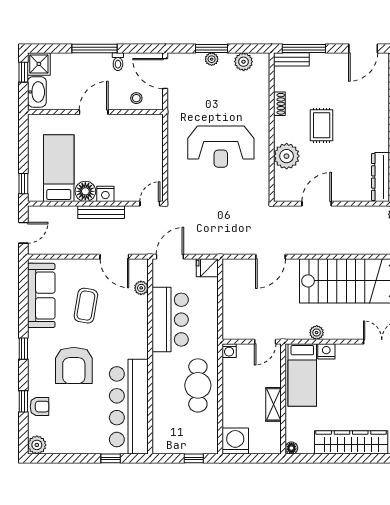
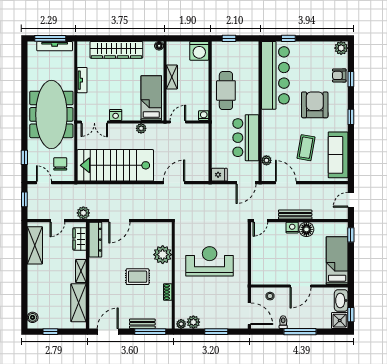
plant: (212, 59) -> (181, 324), moved
bench: (291, 59) -> (142, 324), moved
rug: (322, 125) -> (138, 277), turned 90
bed: (59, 168) -> (337, 261), moved, turned 180
door: (317, 204) -> (119, 221), moved
nightstand: (326, 351) -> (116, 115), moved

